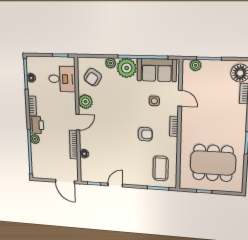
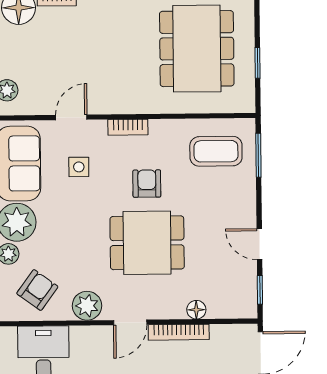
armchair: (93, 77) -> (37, 290), turned -87
door: (78, 122) -> (130, 322), swing flipped
dining table: (116, 133) -> (147, 243), added

